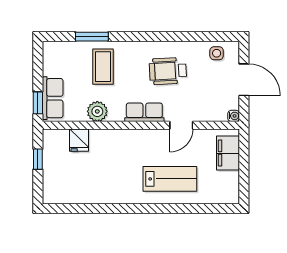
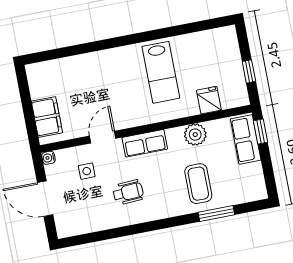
side table: (217, 53) -> (87, 171), moved
wheelchair: (168, 71) -> (128, 192), width x0.73, depth x0.73
lab bench: (170, 179) -> (161, 72), moved, turned -90

